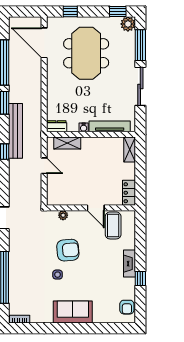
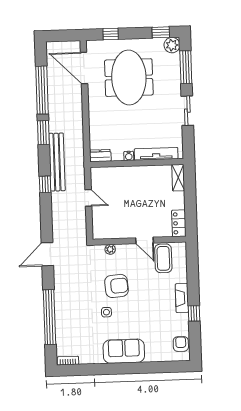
sliding door: (140, 86) -> (187, 111), width x0.73
shelving: (67, 143) -> (112, 173), removed
armchair: (127, 307) -> (181, 344), turned 180

